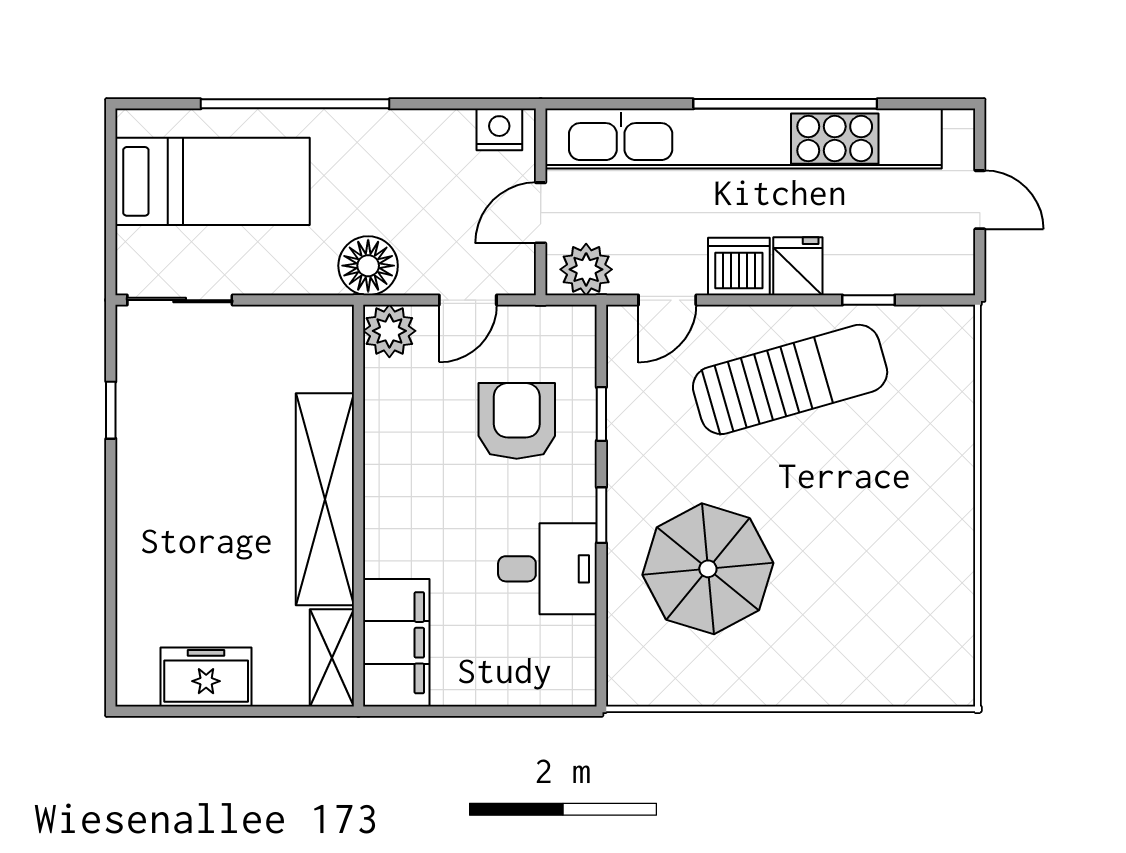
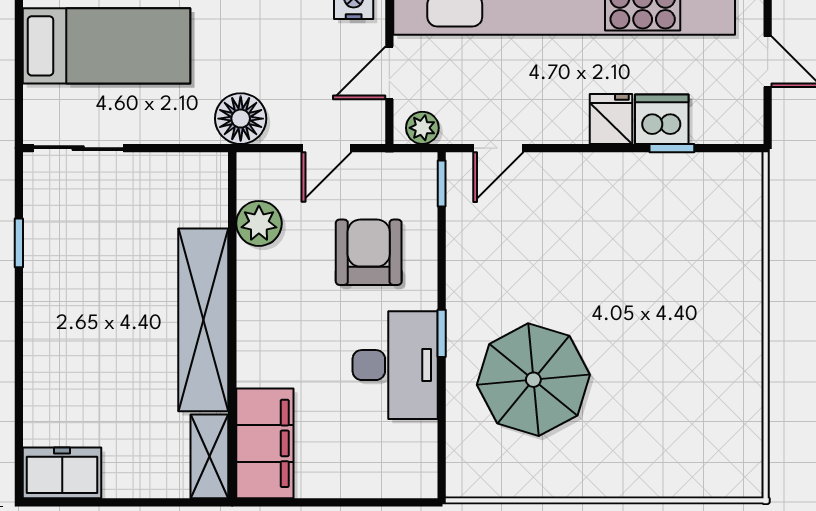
dishwasher: (739, 267) -> (662, 119), moved
plant: (586, 269) -> (422, 128), width x0.73, depth x0.73
plant: (389, 331) -> (259, 223), moved
sun lounger: (790, 379) -> (604, 217), removed
window: (601, 414) -> (442, 183), moved
desk: (547, 569) -> (395, 365), width x1.37
freezer: (206, 677) -> (62, 473), moved

